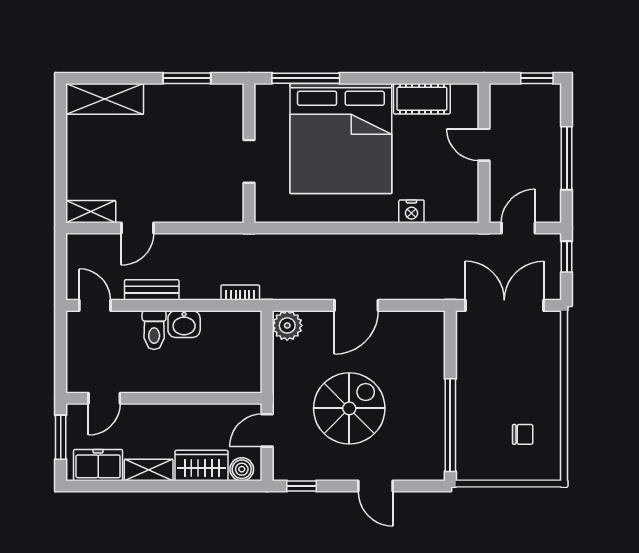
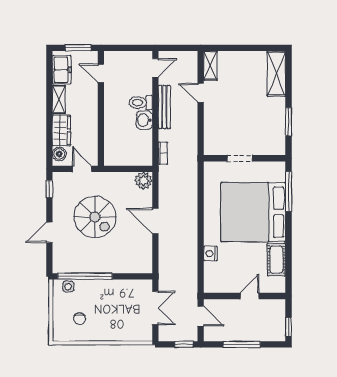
bench: (152, 290) -> (164, 107), width x1.36
double door: (504, 305) -> (155, 308), width x0.73
side table: (468, 454) -> (68, 287), added

